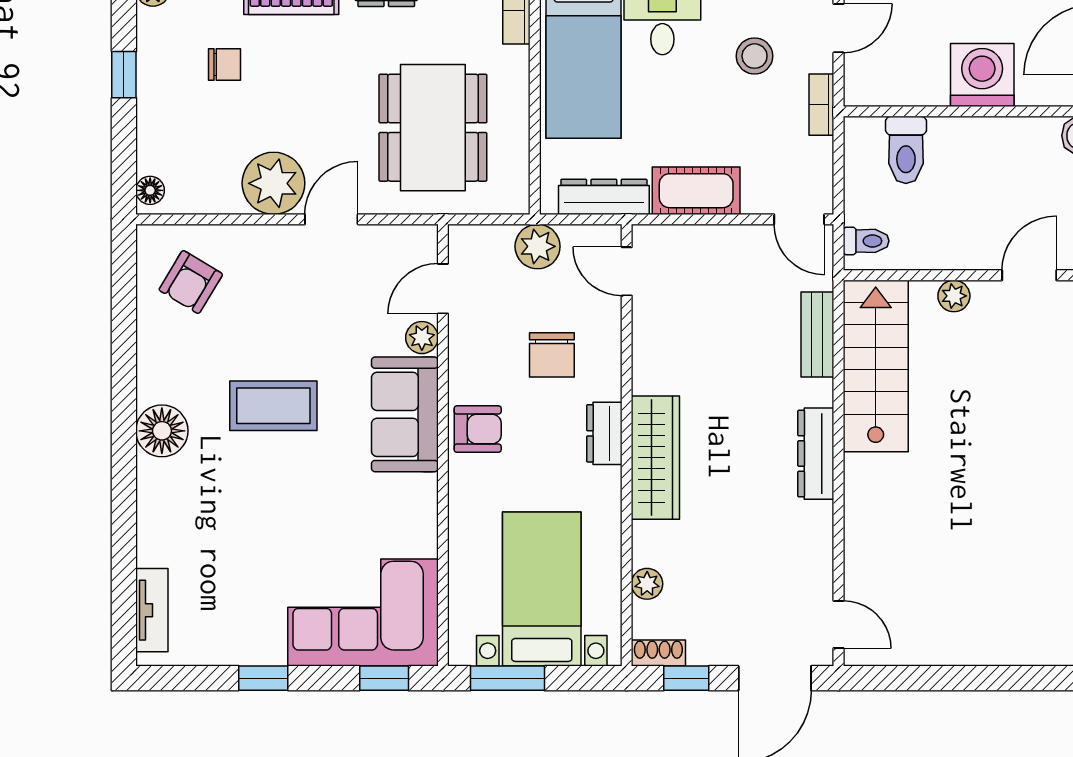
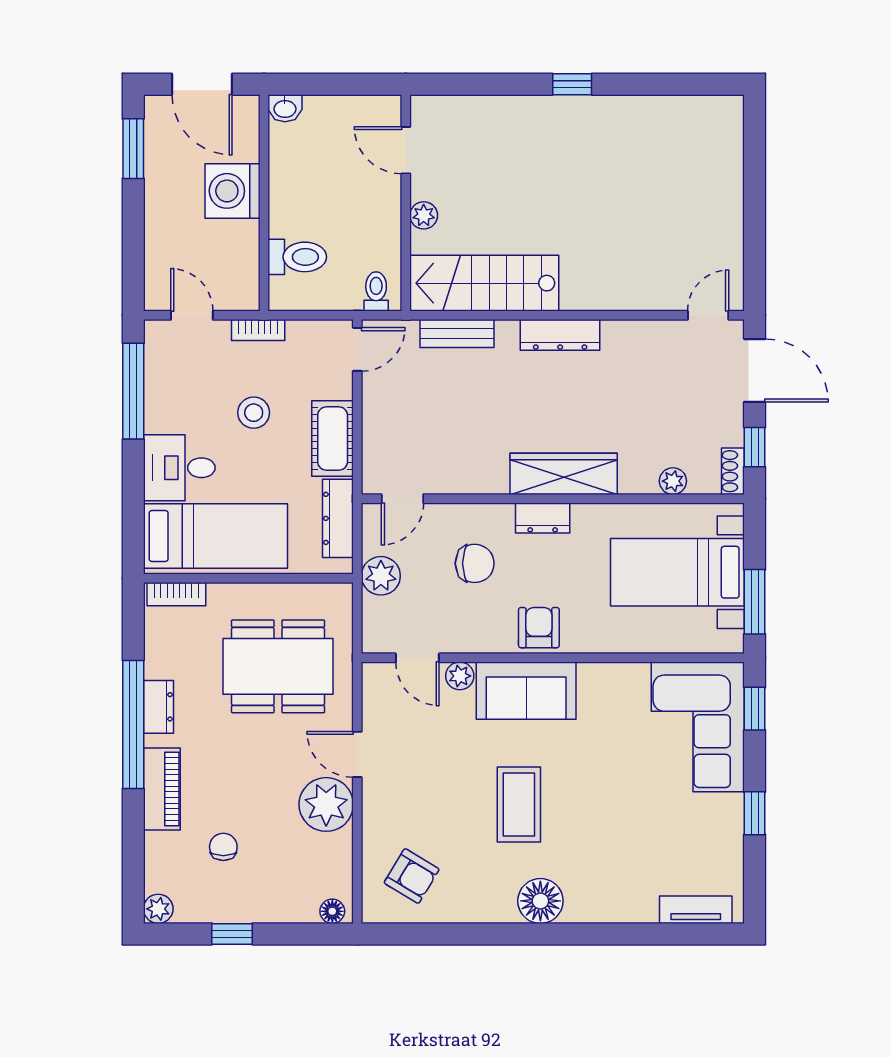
stool: (755, 56) -> (254, 413), moved

